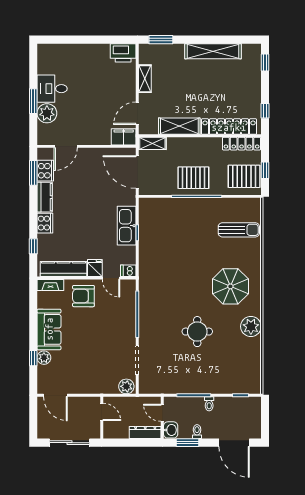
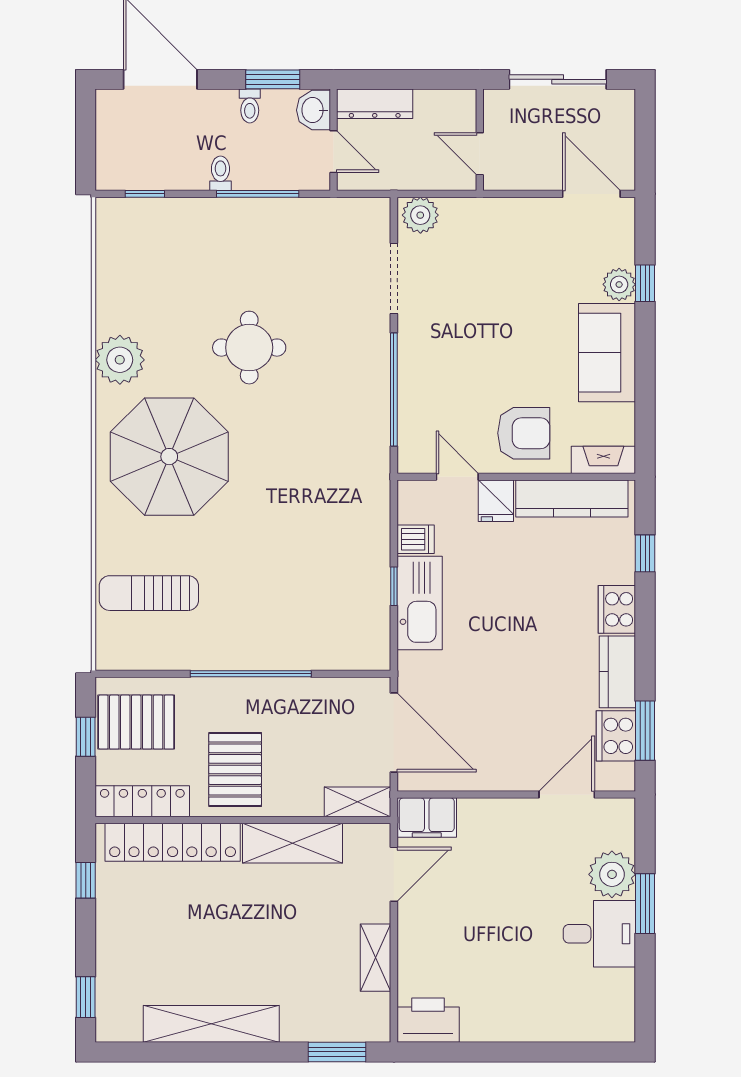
pallet: (193, 178) -> (235, 769), moved, turned 90
dishwasher: (128, 271) -> (416, 539), moved
parasol: (230, 286) -> (169, 457), width x1.36, depth x1.36

